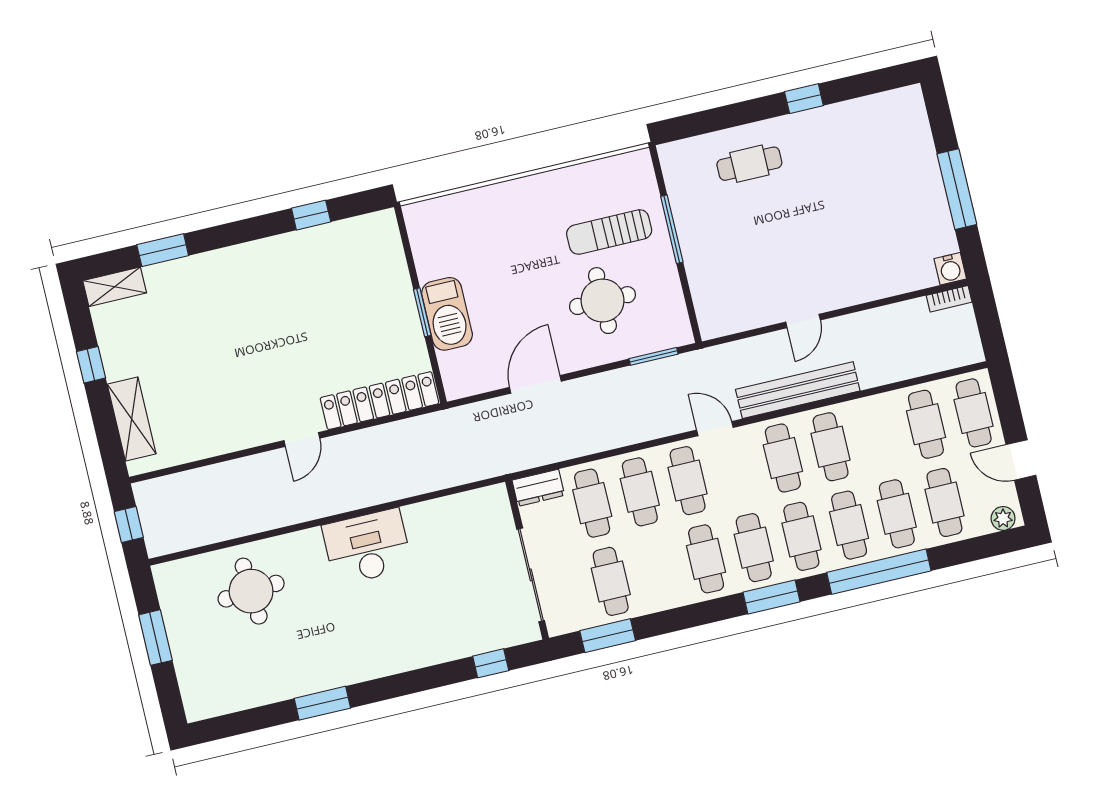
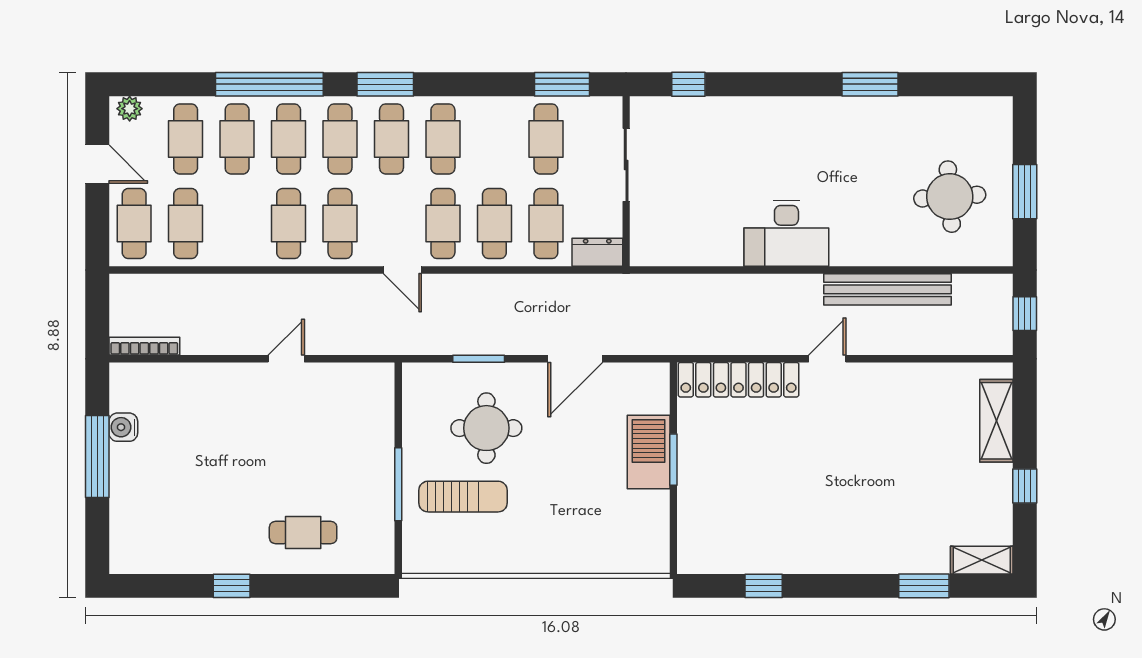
water cooler: (950, 269) -> (123, 427), moved, turned -90
bookcase: (949, 299) -> (144, 346), width x1.56
window: (653, 356) -> (479, 359), moved
bench: (798, 390) -> (888, 289), moved
sliding door: (531, 575) -> (626, 165), width x0.73
round table: (251, 591) -> (950, 197), moved

